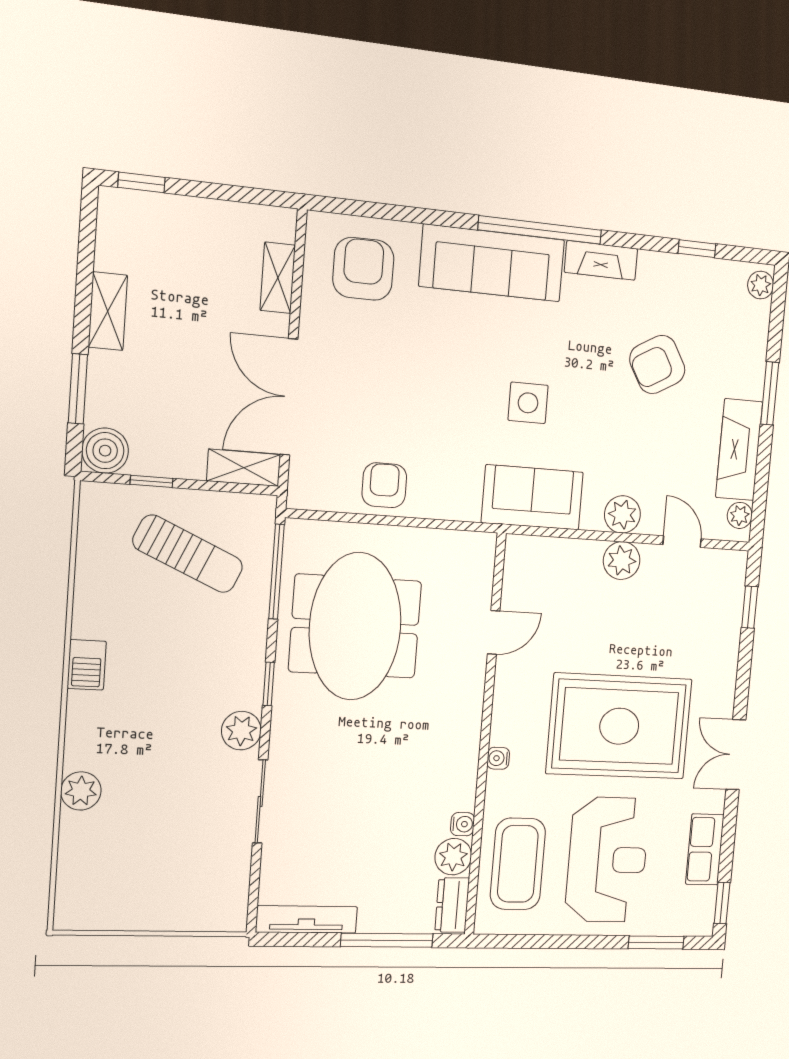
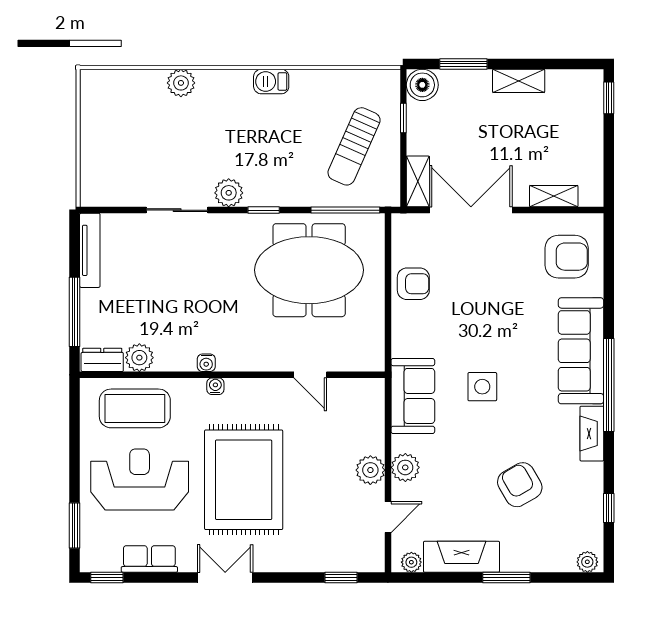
water cooler: (463, 824) -> (206, 363), moved
reception desk: (607, 860) -> (140, 480), turned 180

